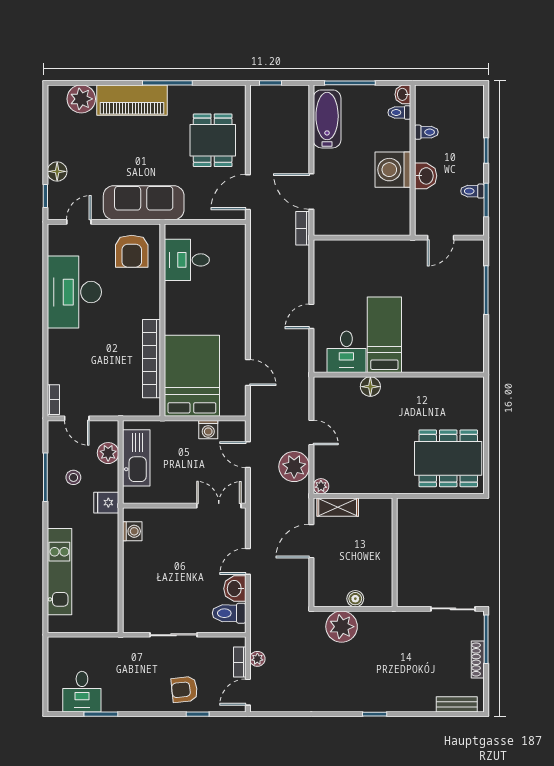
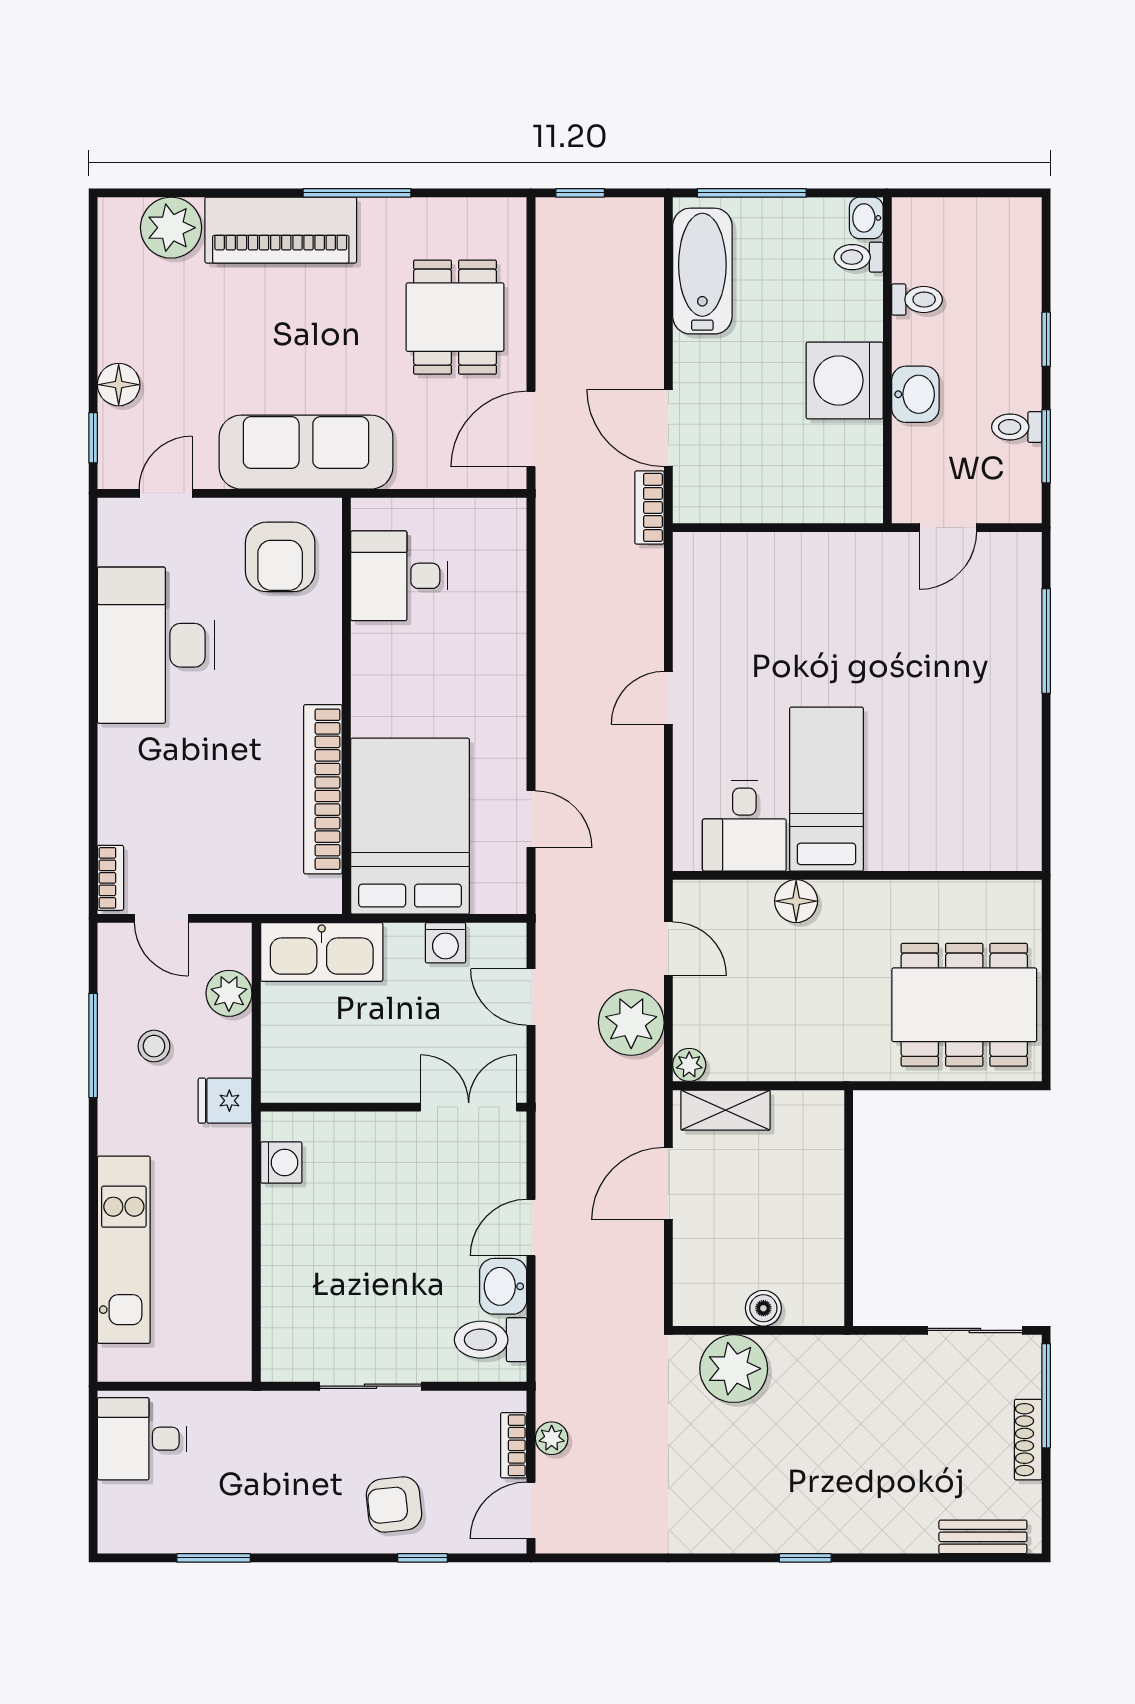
bed: (384, 335) -> (826, 789), moved
desk: (346, 352) -> (744, 826), moved
wall: (399, 375) -> (857, 875), moved
floor lamp: (370, 387) -> (796, 901), moved
kitchen sink: (136, 458) -> (322, 952), moved, turned 90
desk: (82, 692) -> (142, 1439), moved, turned 90

